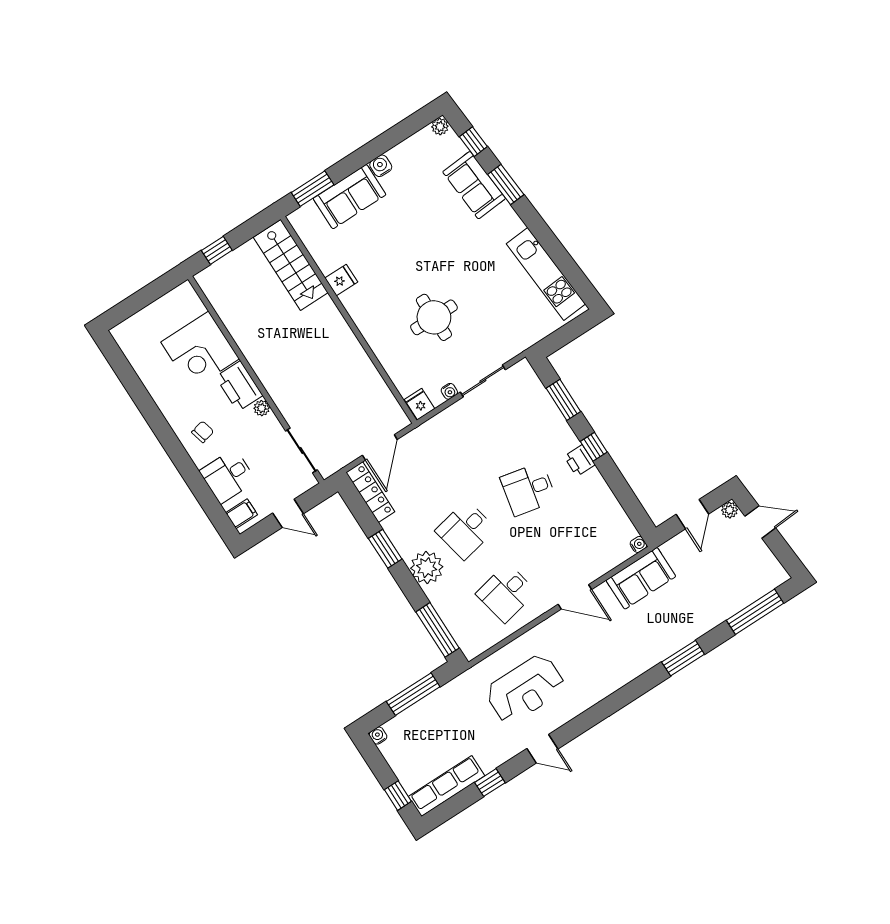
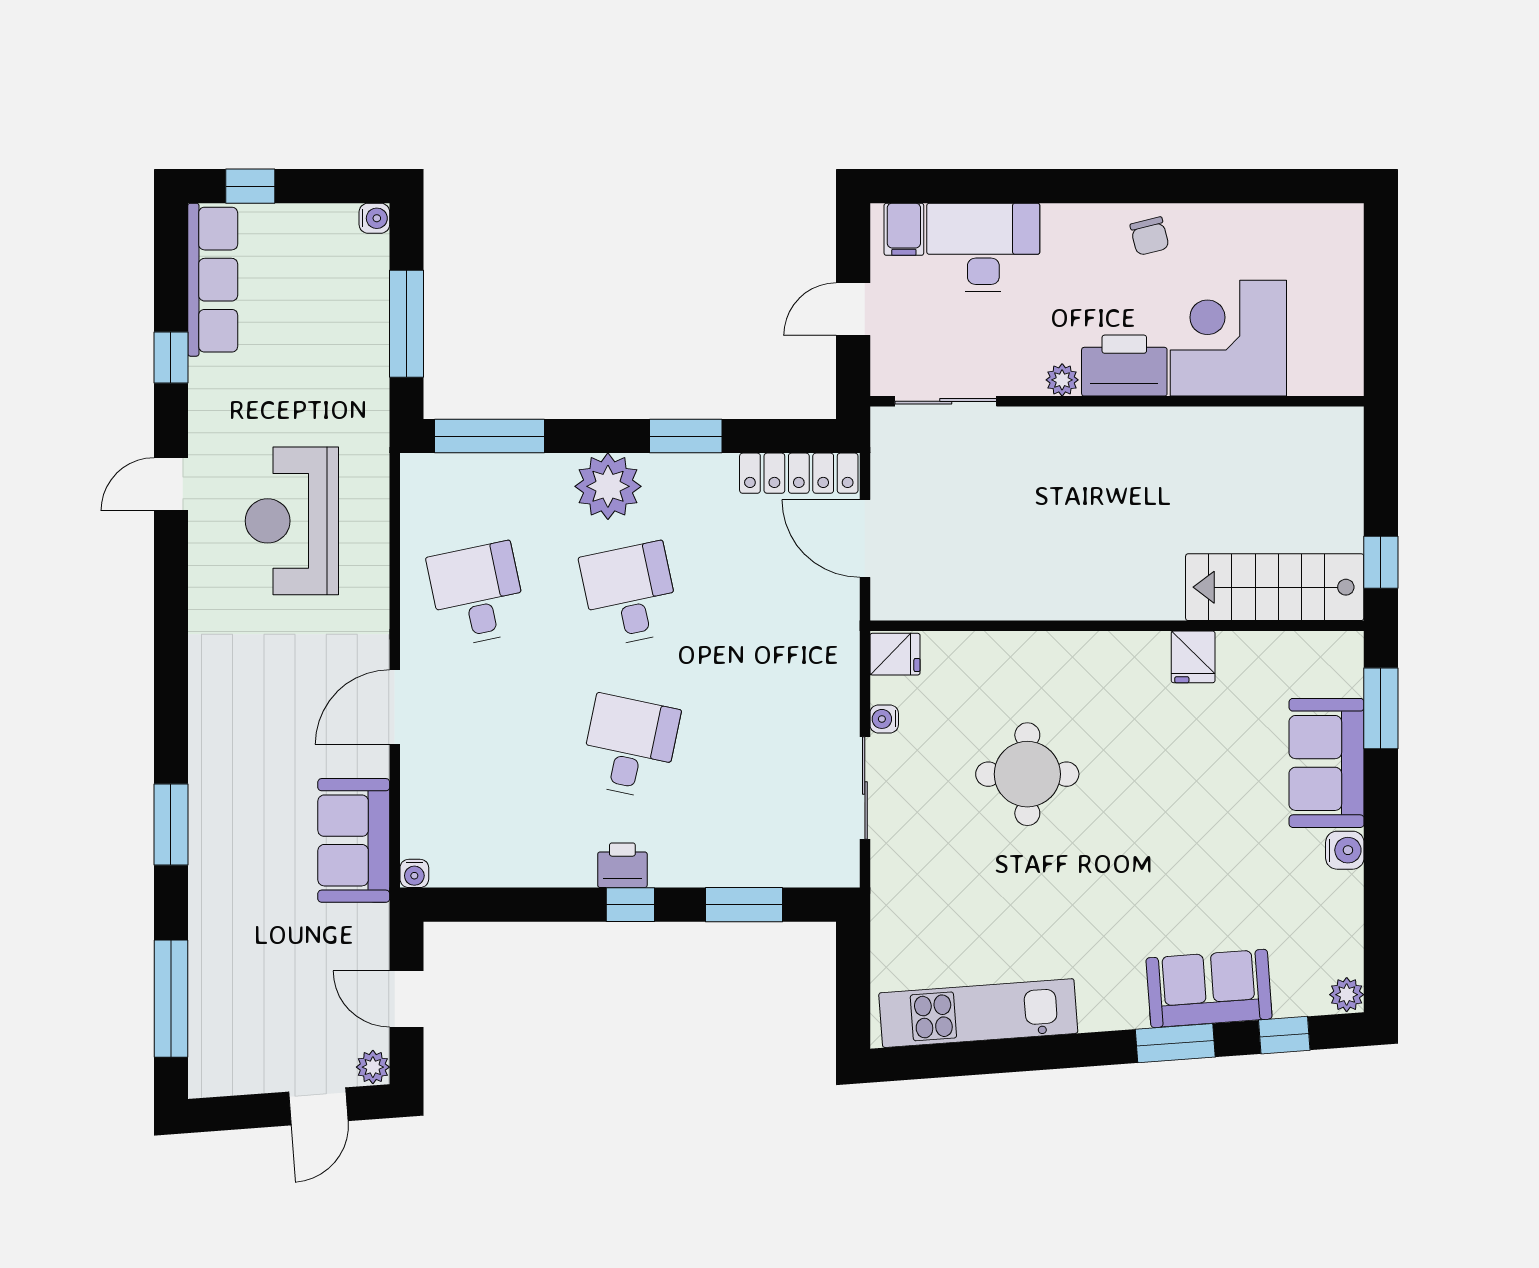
window: (217, 250) -> (1381, 562), moved
chair: (203, 432) -> (1150, 236), moved
desk: (228, 476) -> (983, 247), width x1.37

